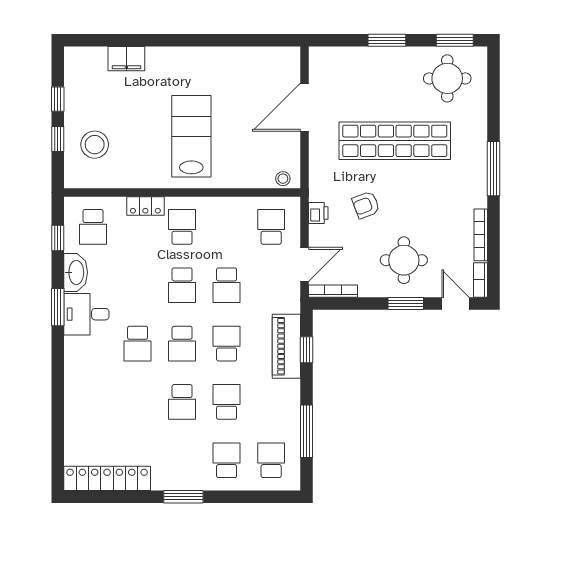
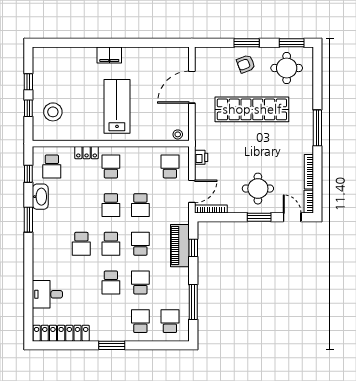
filing cabinet: (126, 59) -> (109, 55), moved
armchair: (366, 205) -> (246, 64), moved
desk: (86, 314) -> (47, 294), moved

